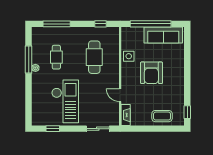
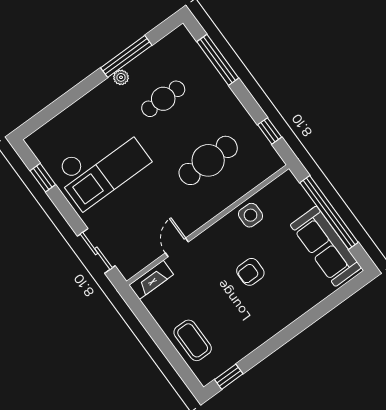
armchair: (151, 73) -> (250, 272), width x0.53, depth x0.53

